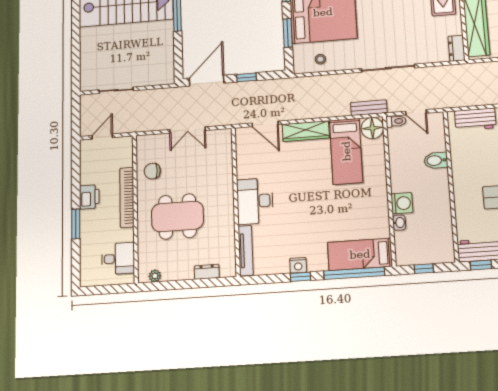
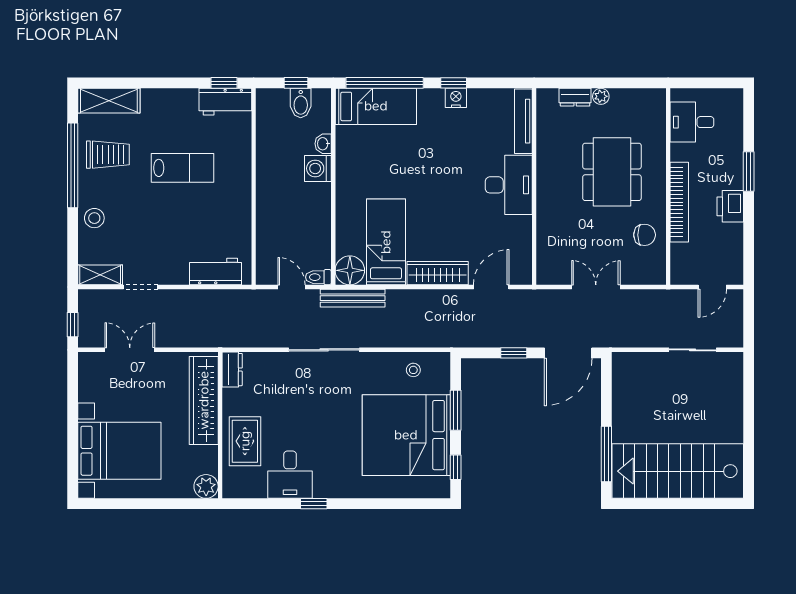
bench: (369, 108) -> (353, 298), width x1.36
door: (265, 124) -> (491, 287), hinge flipped
bidet: (436, 160) -> (301, 103), moved, turned 90
dining table: (177, 216) -> (612, 172), turned 90
plant: (155, 276) -> (601, 96), moved

